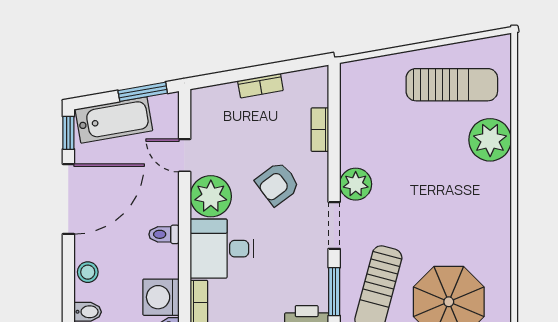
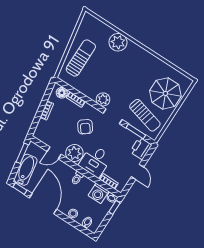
sun lounger: (452, 85) -> (81, 58), moved
floor lamp: (316, 93) -> (62, 93), added

